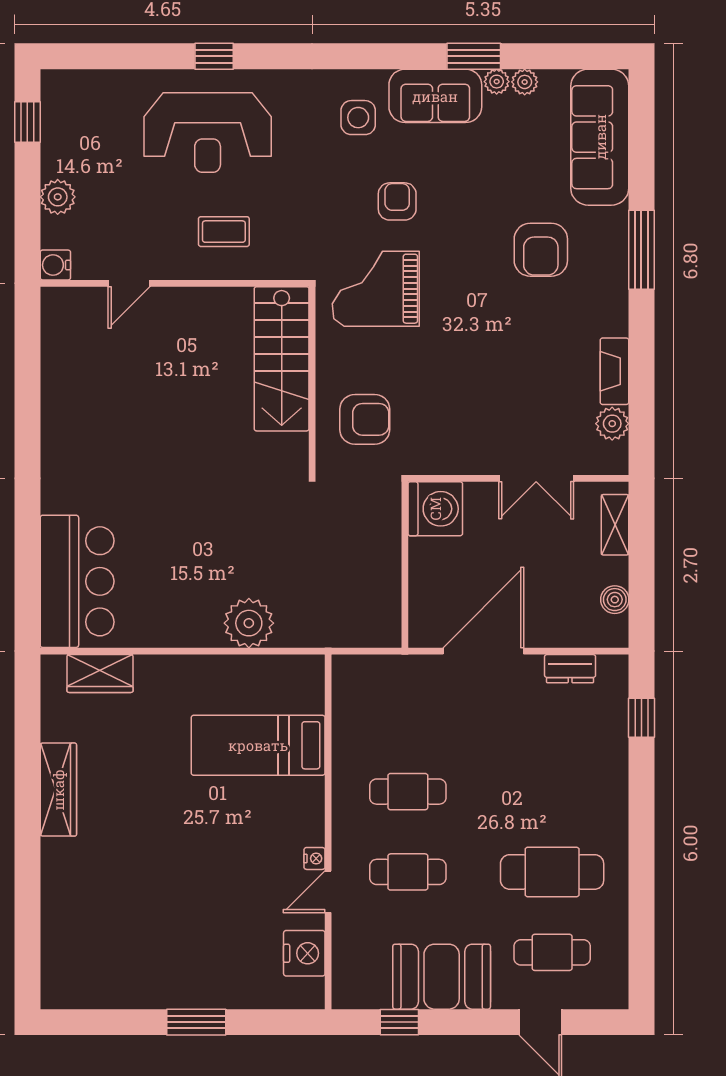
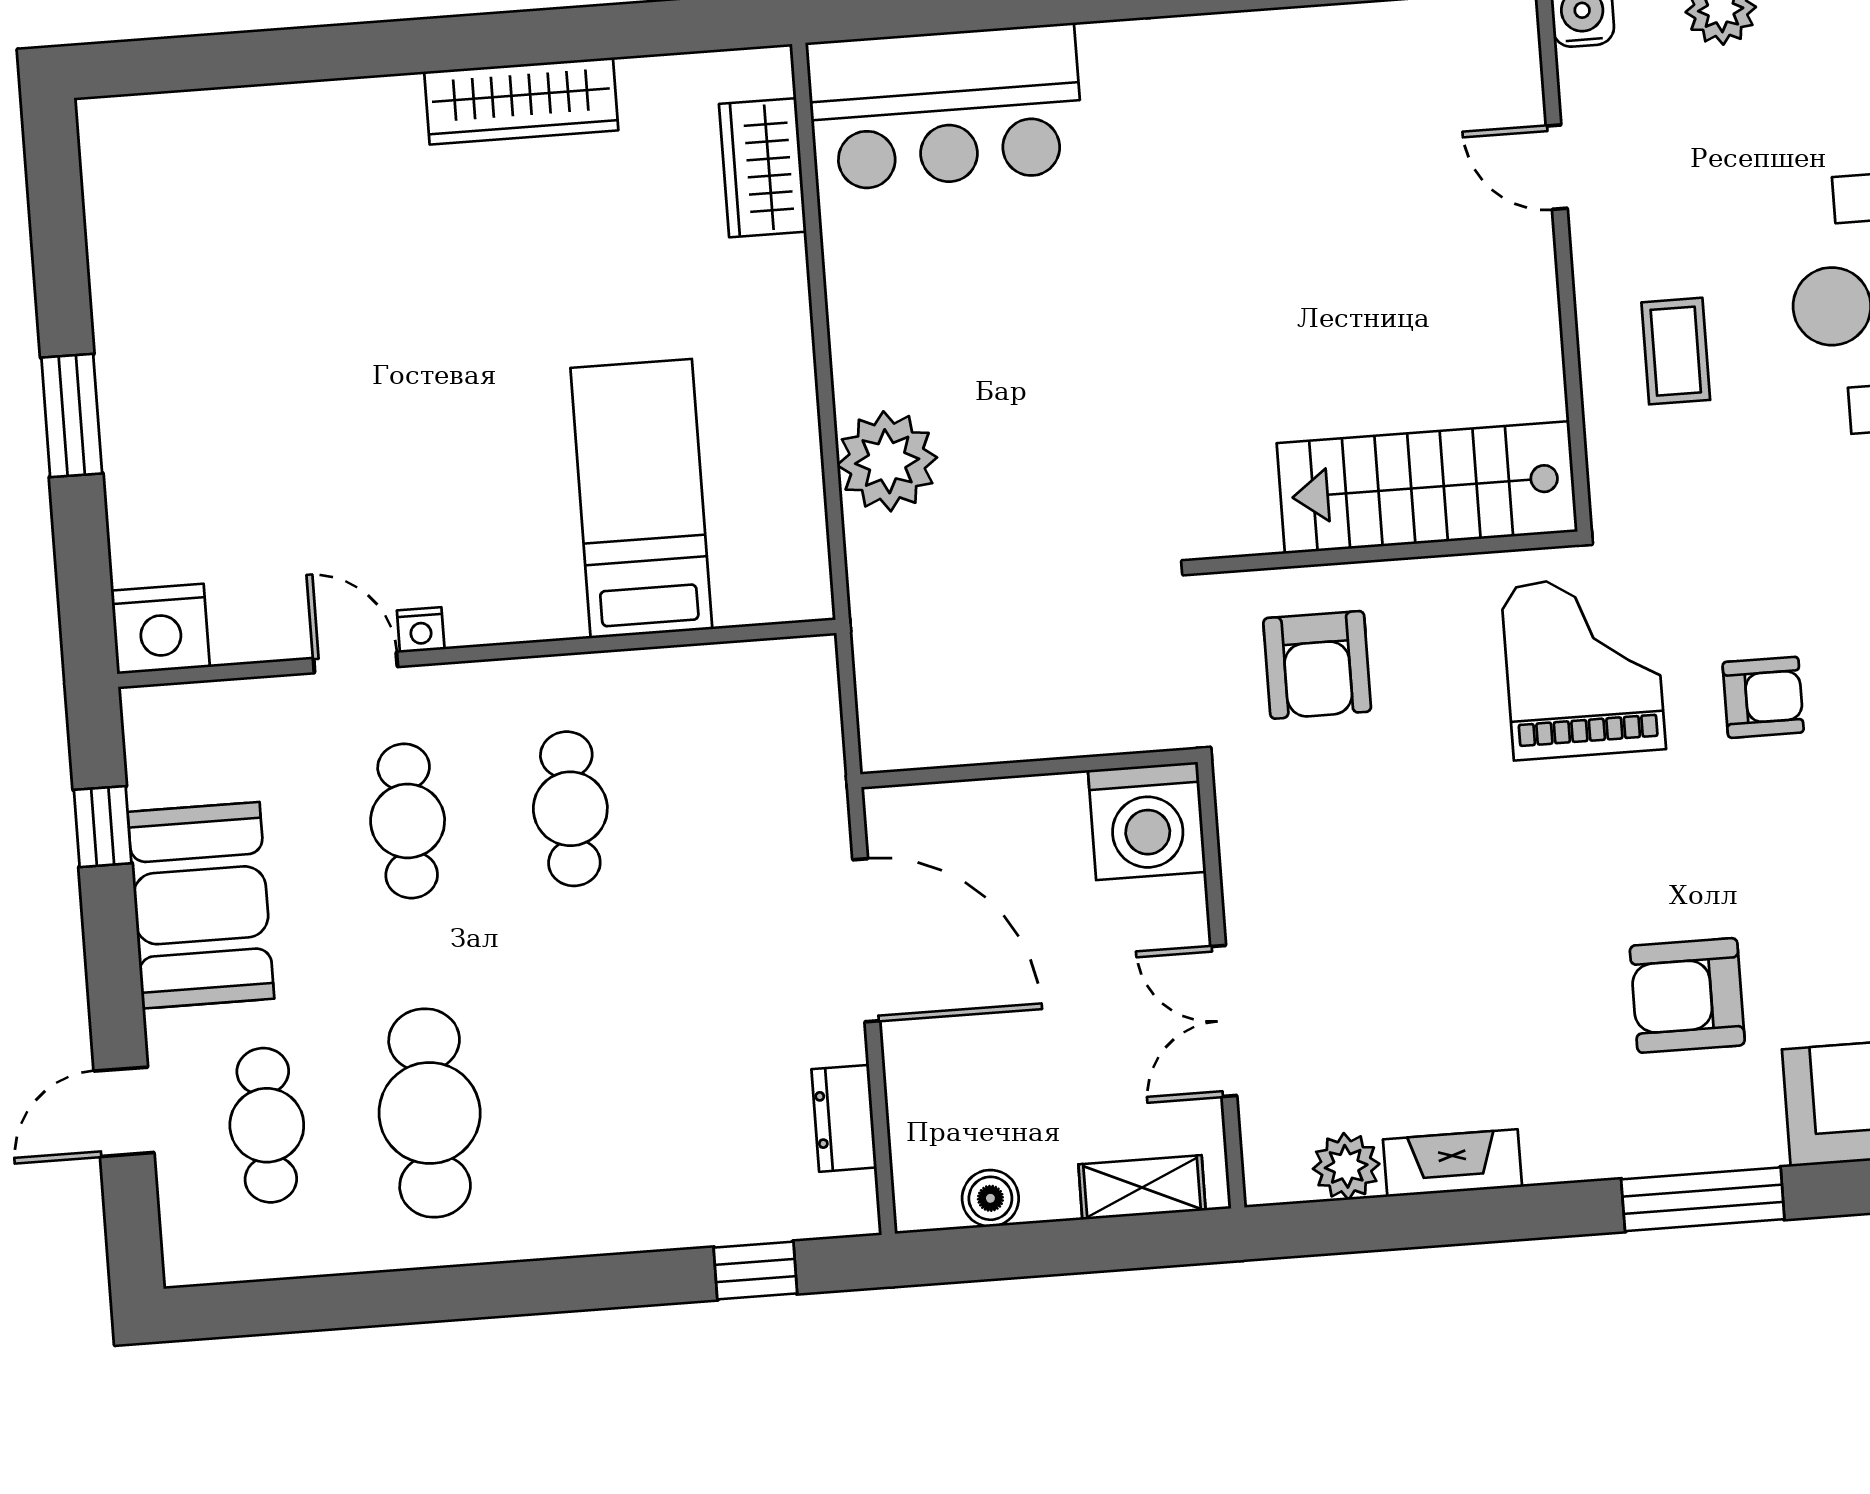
nightstand: (304, 953) -> (160, 629), moved

